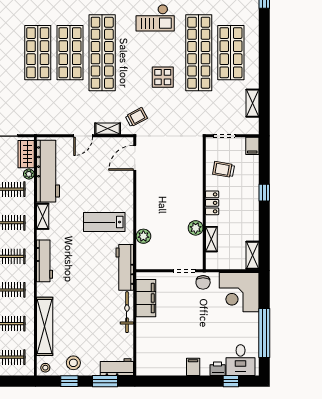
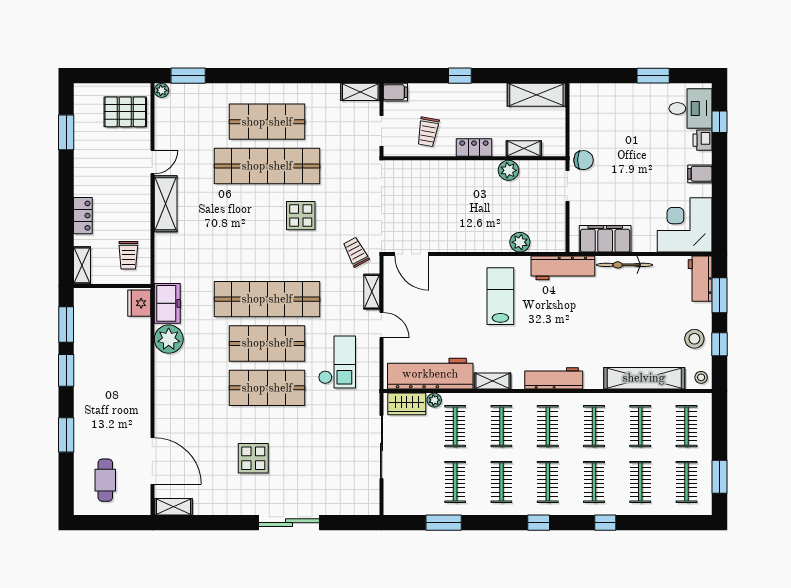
checkout: (155, 18) -> (337, 362), moved
shelving: (253, 103) -> (360, 92), moved
lab bench: (104, 222) -> (500, 296), turned 180
shelving: (253, 255) -> (536, 95), width x1.50, depth x1.33
corner desk: (239, 292) -> (685, 225), moved, turned 180
window: (264, 333) -> (653, 76), width x0.47

